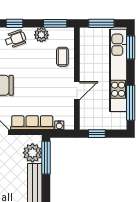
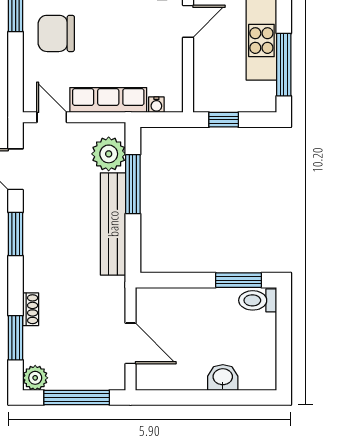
door: (77, 91) -> (188, 21), moved
window: (46, 158) -> (133, 184), moved

